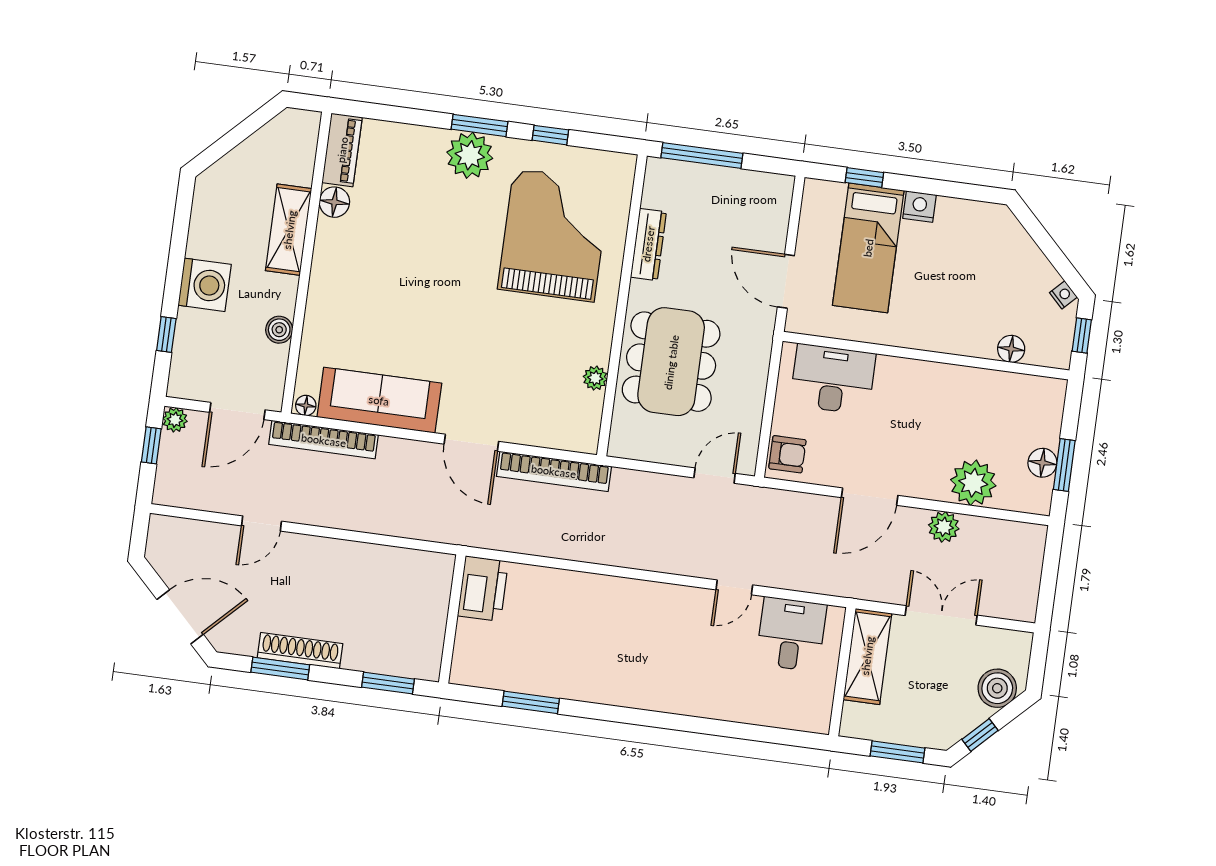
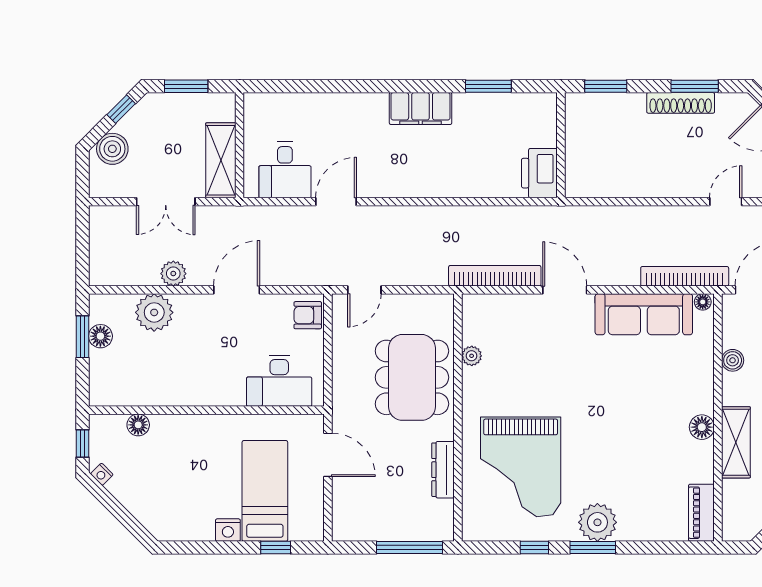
floor lamp: (334, 202) -> (702, 427), moved
door: (734, 587) -> (336, 202), width x1.38
filing cabinet: (617, 686) -> (421, 109), added

